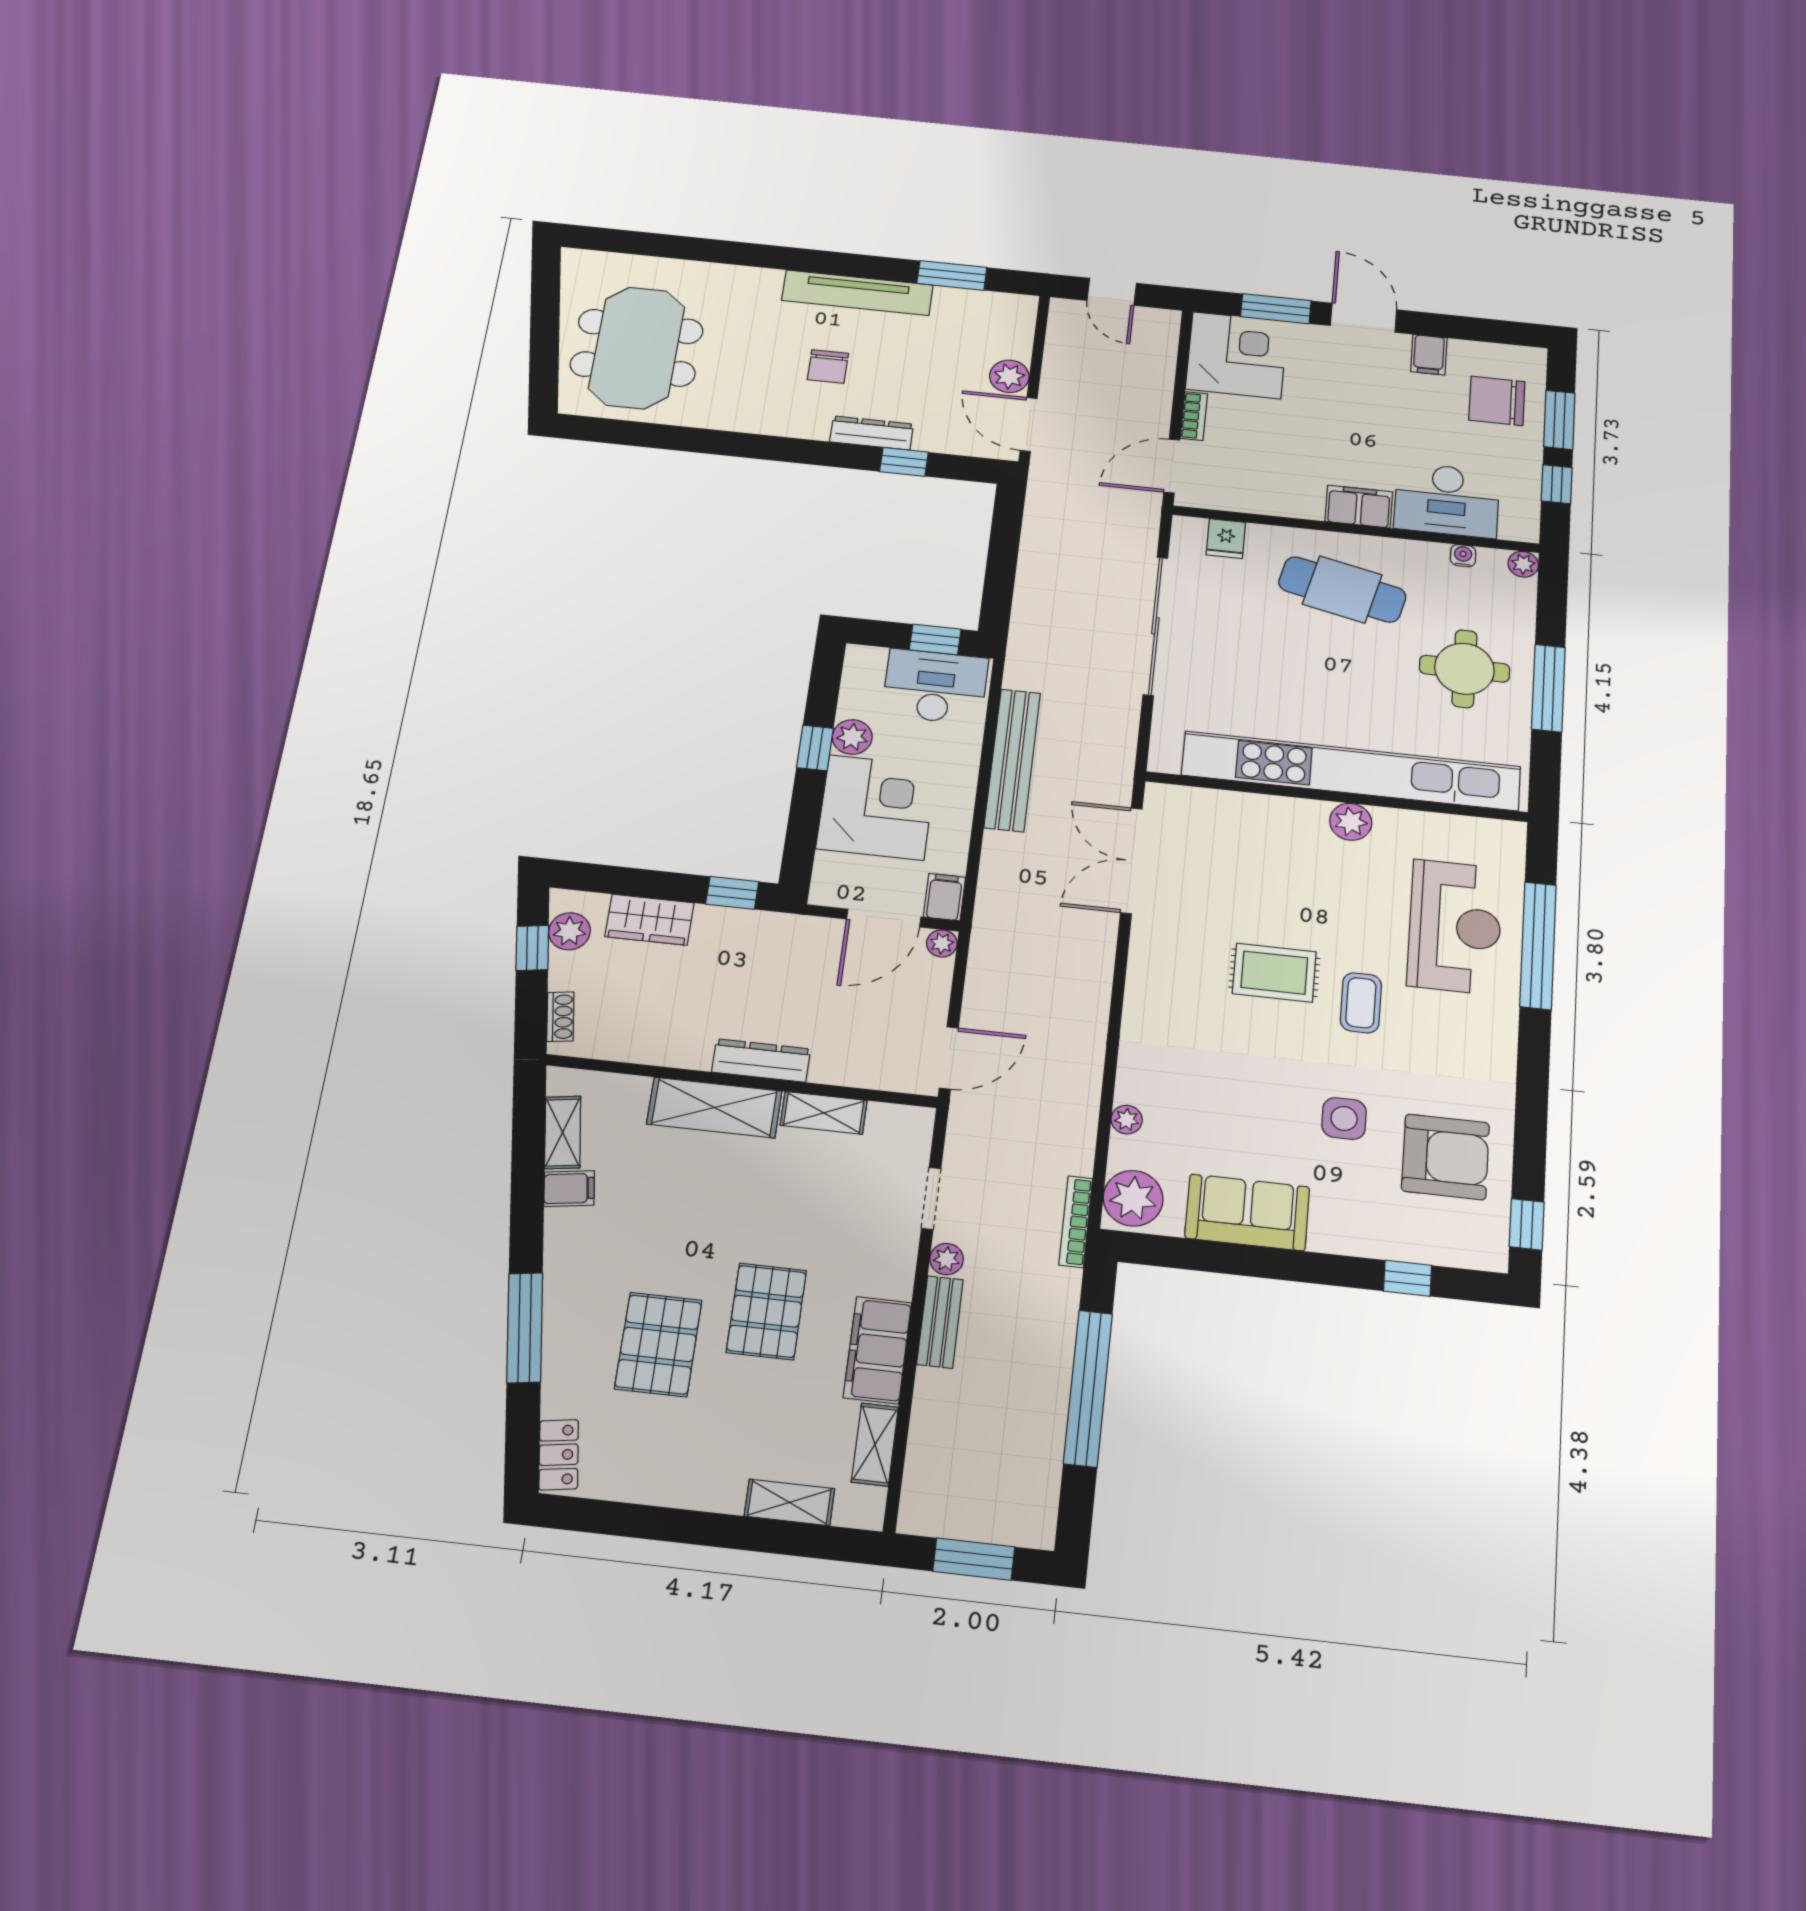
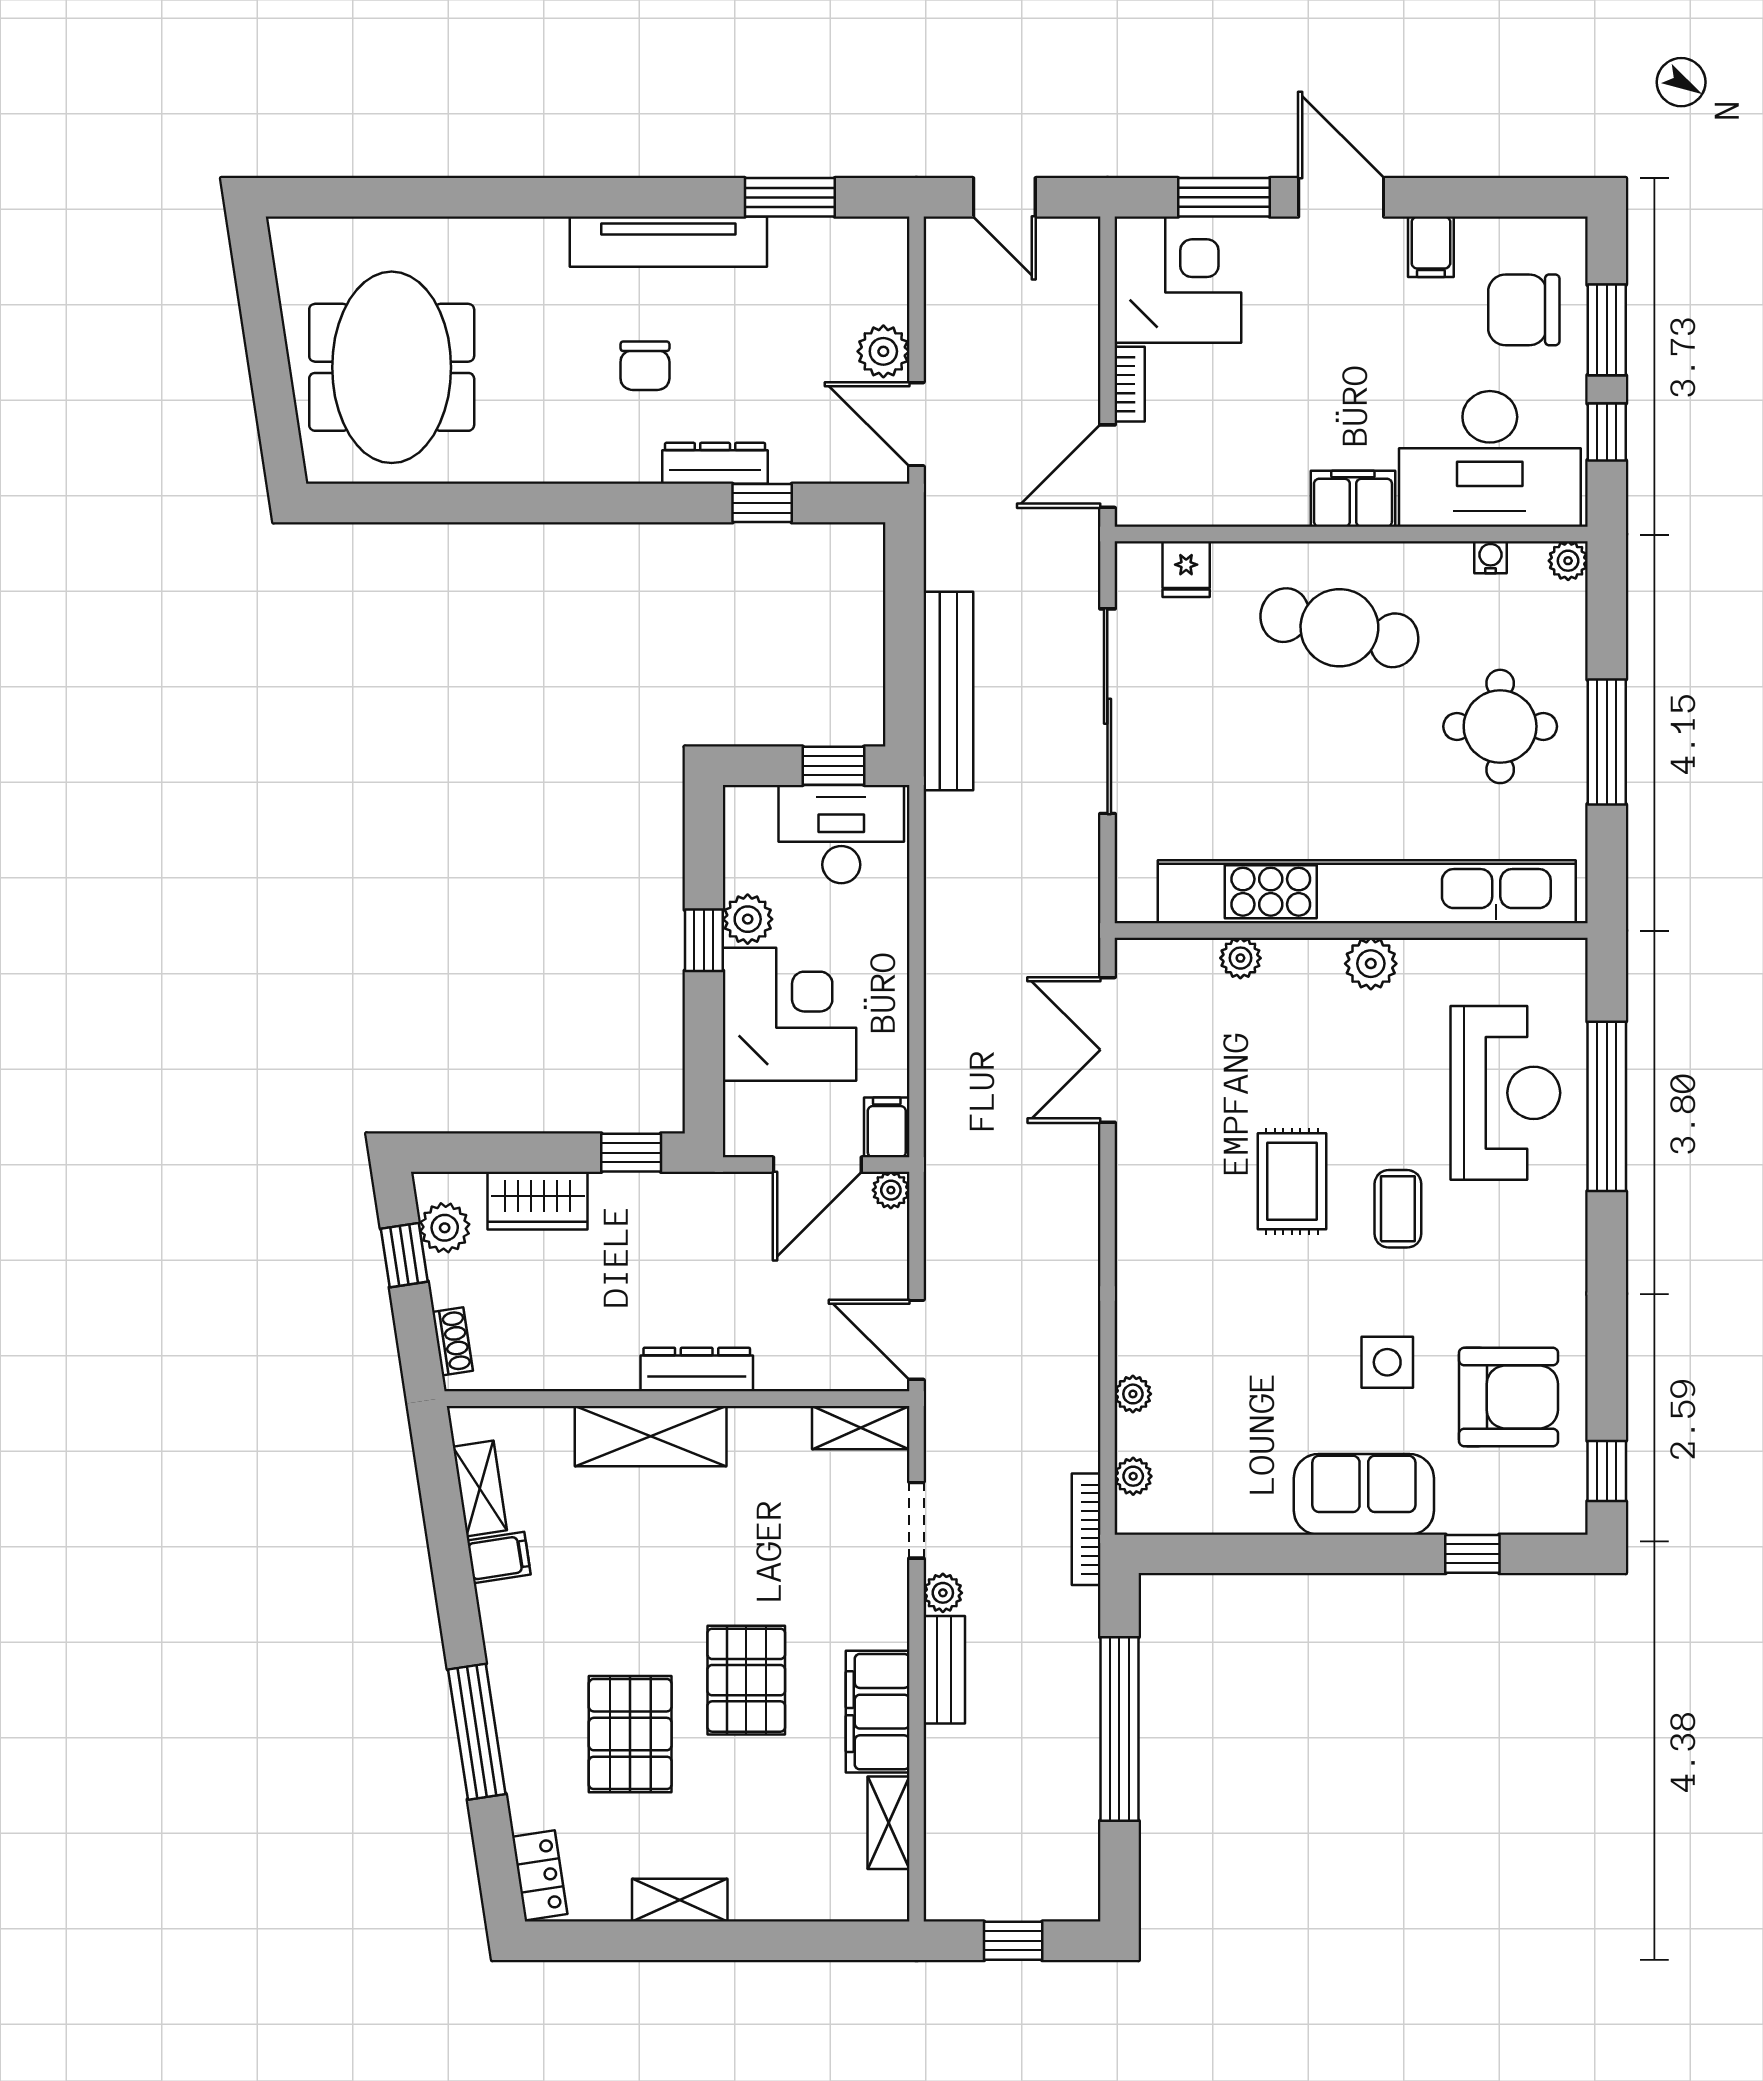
desk: (1447, 500) -> (1490, 459), width x1.36, depth x1.30
bench: (1012, 760) -> (948, 691), moved
plant: (1246, 807) -> (1240, 958), added
rug: (1274, 973) -> (1292, 1181), turned 90
door: (949, 1058) -> (916, 1340), swing flipped
shelving: (824, 1113) -> (861, 1428), moved
plant: (1133, 1198) -> (1133, 1476), width x0.53, depth x0.53
sofa: (1247, 1212) -> (1364, 1494), moved
shelving: (789, 1502) -> (680, 1900), moved
window: (974, 1559) -> (1013, 1941), width x0.67

